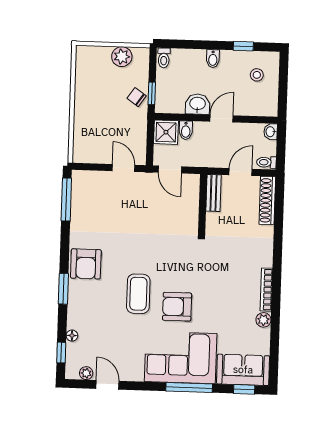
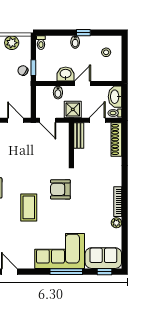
window: (243, 46) -> (83, 33), moved
shower: (166, 132) -> (73, 109), moved
washbasin: (271, 132) -> (115, 97), width x1.91, depth x1.45
armchair: (177, 307) -> (60, 189), moved

